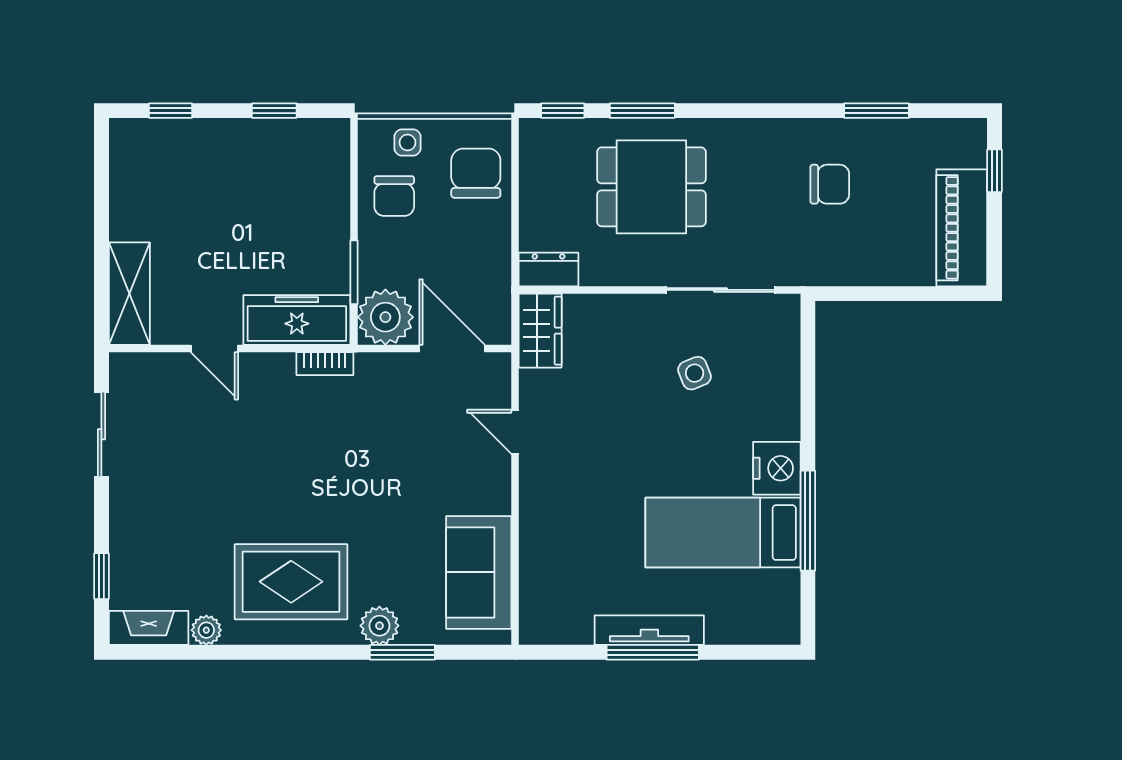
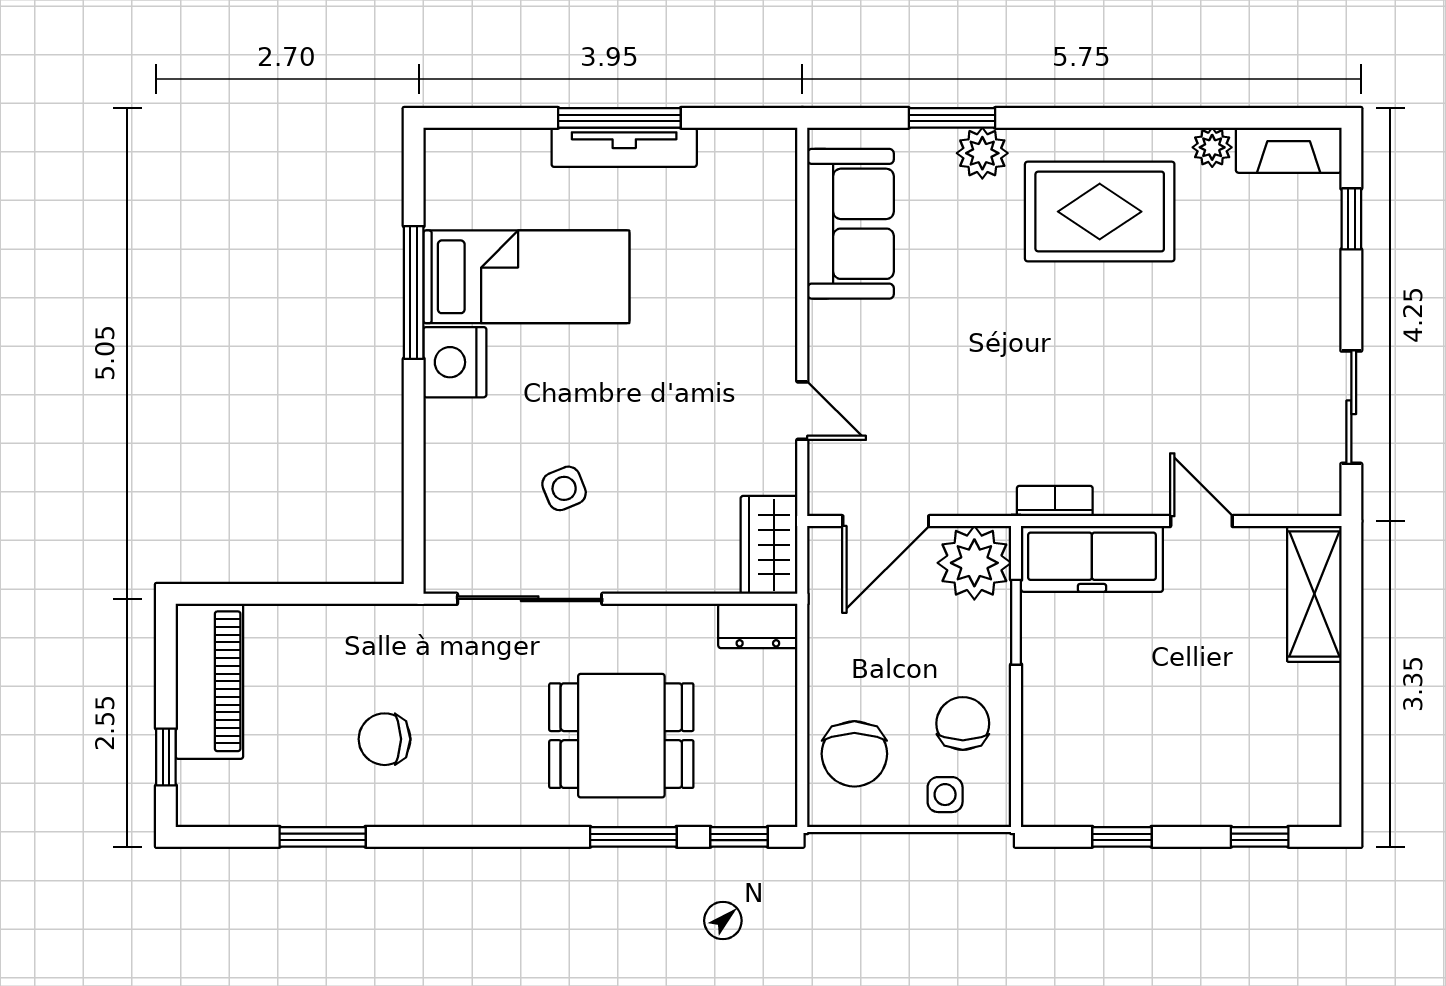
door: (452, 349) -> (886, 521), hinge flipped

